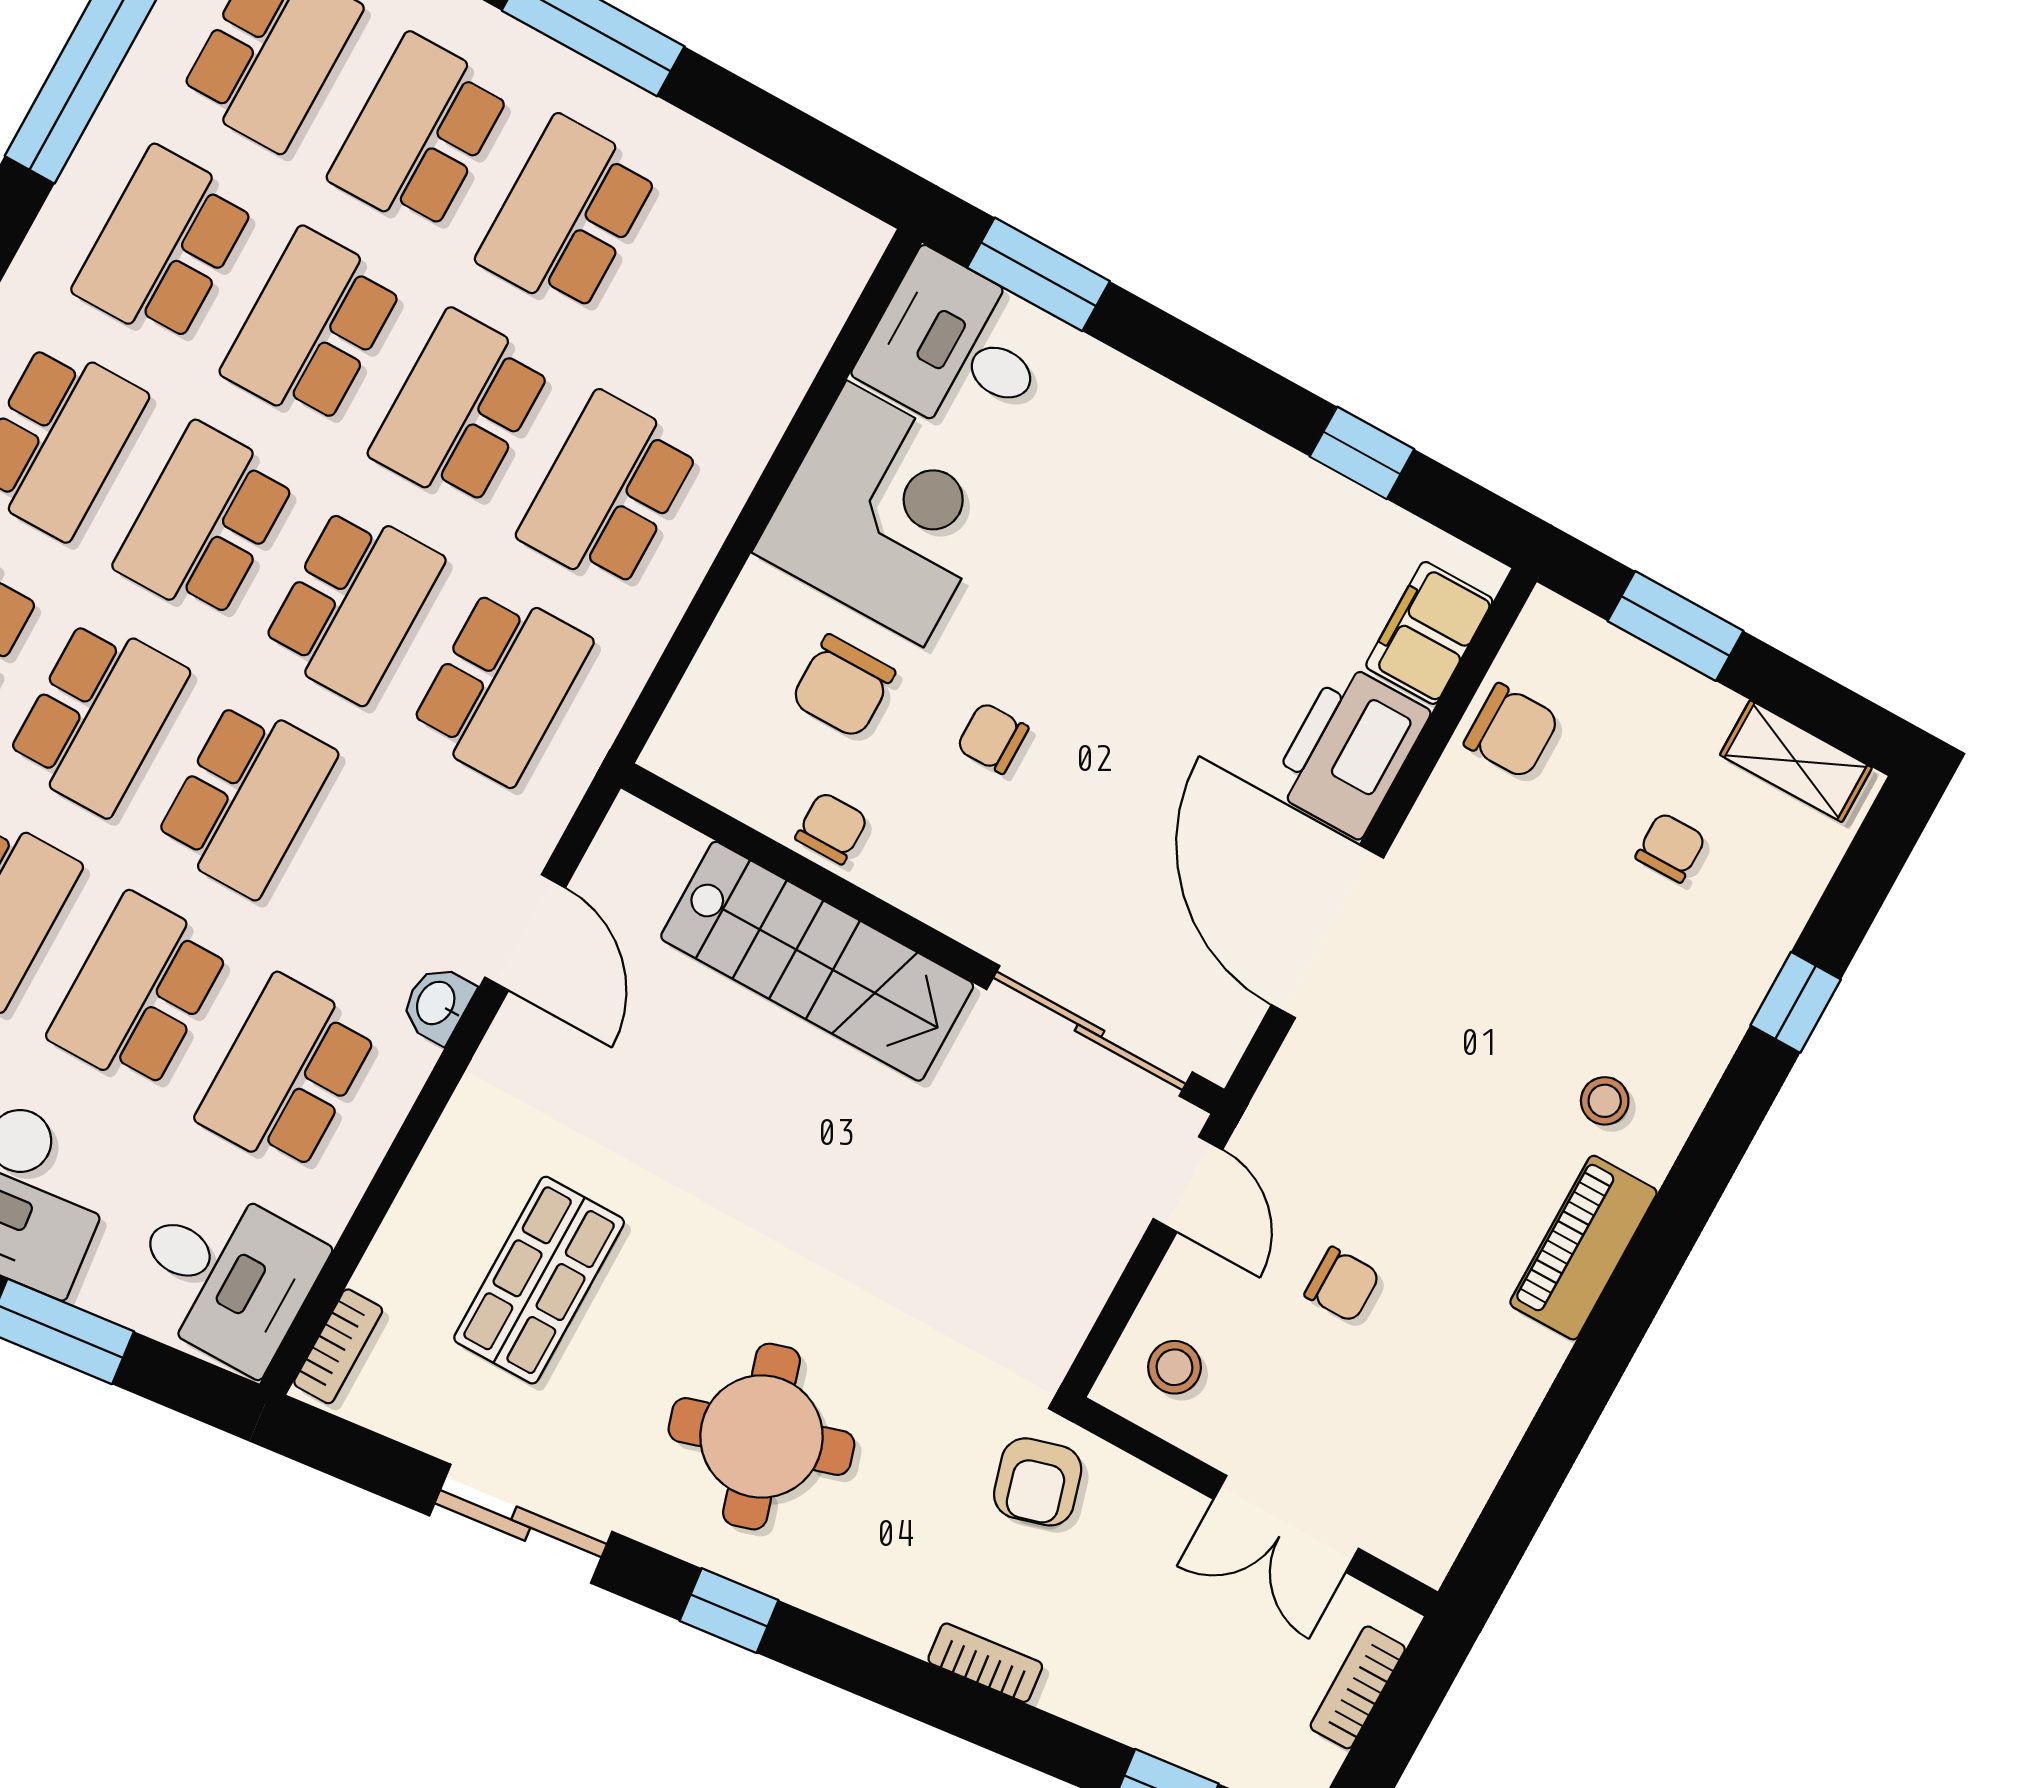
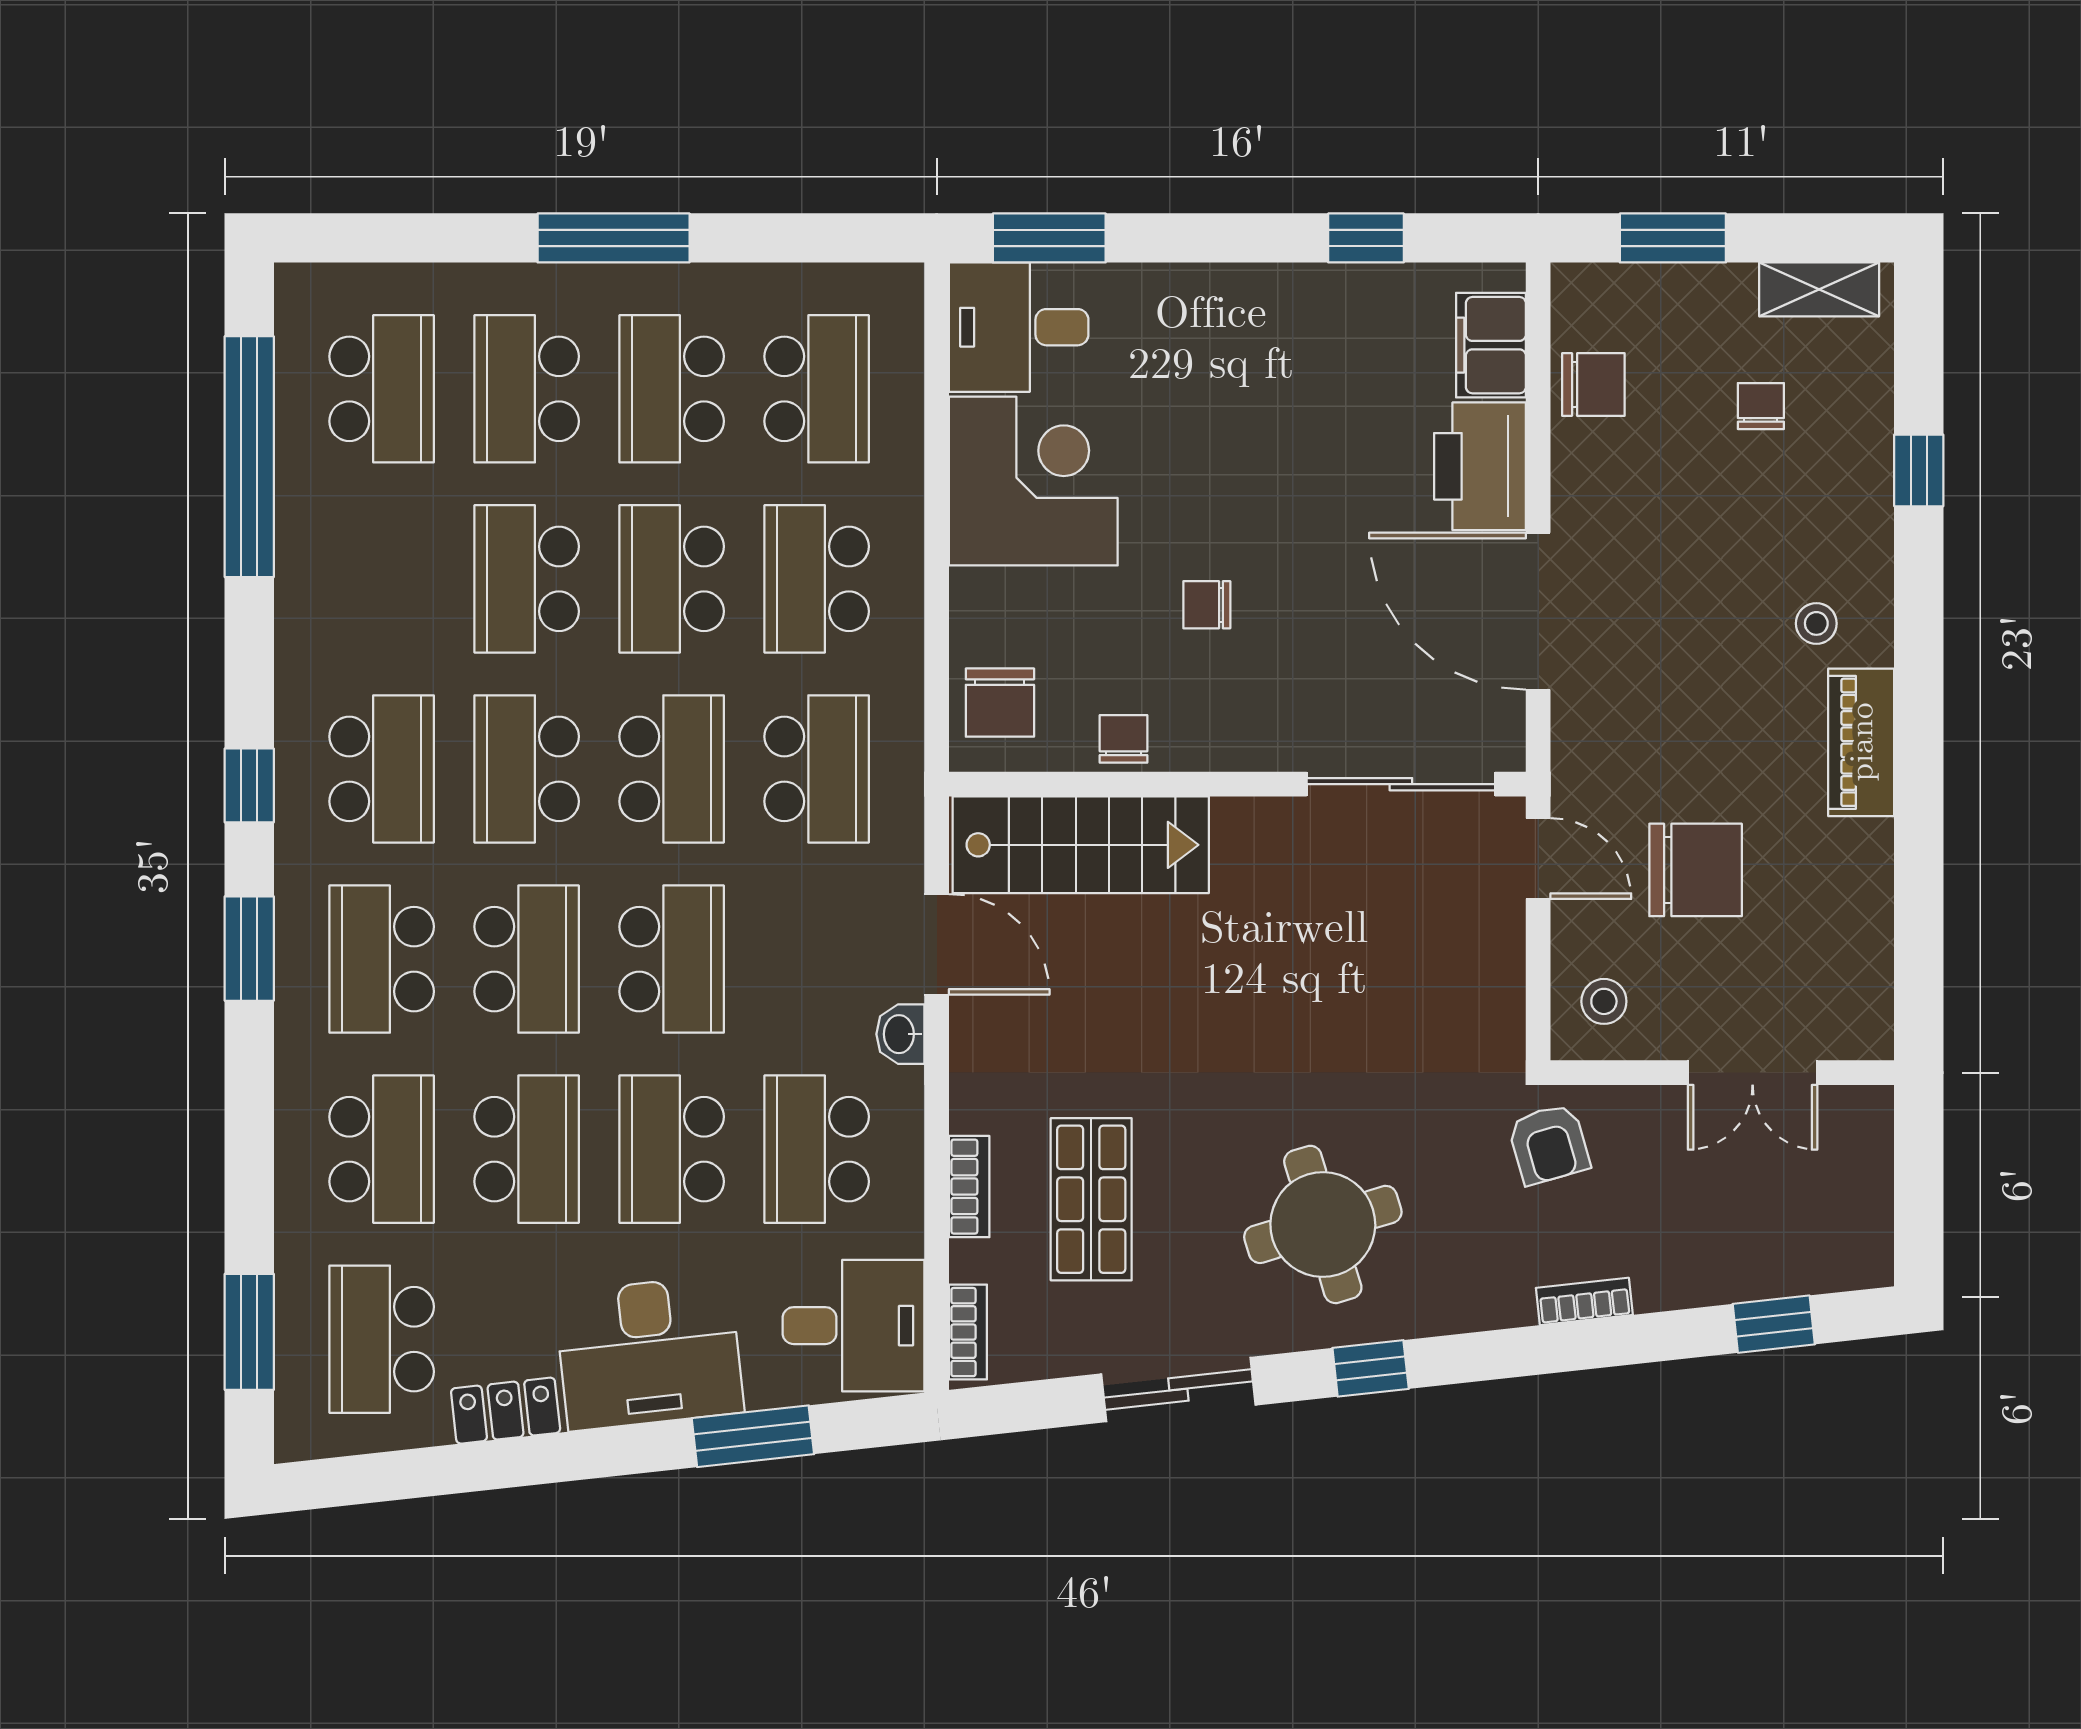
school desk: (164, 246) -> (817, 389), moved, turned 180
chair: (843, 686) -> (1000, 703), moved
stairs: (817, 961) -> (1081, 845), moved
chair: (1342, 1284) -> (1696, 870), width x1.87, depth x1.87
bookcase: (1358, 1687) -> (969, 1187), moved, turned 180

